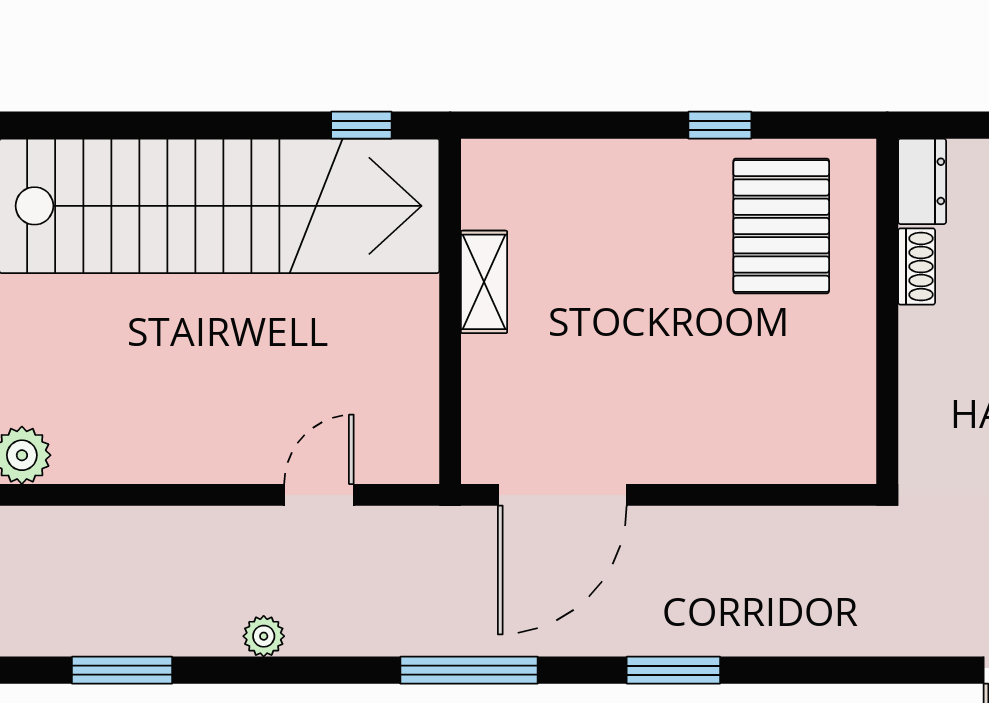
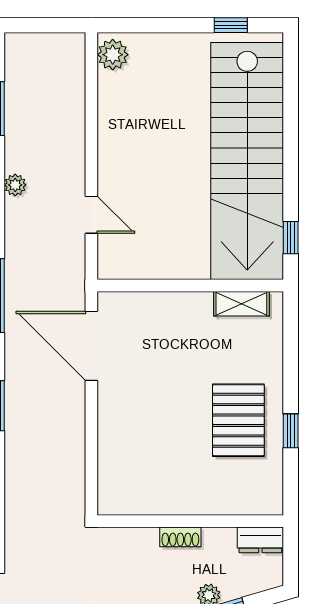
pallet: (781, 226) -> (238, 420), moved, turned 90
shoe rack: (917, 267) -> (180, 537), moved
shelving: (484, 282) -> (241, 304), moved

